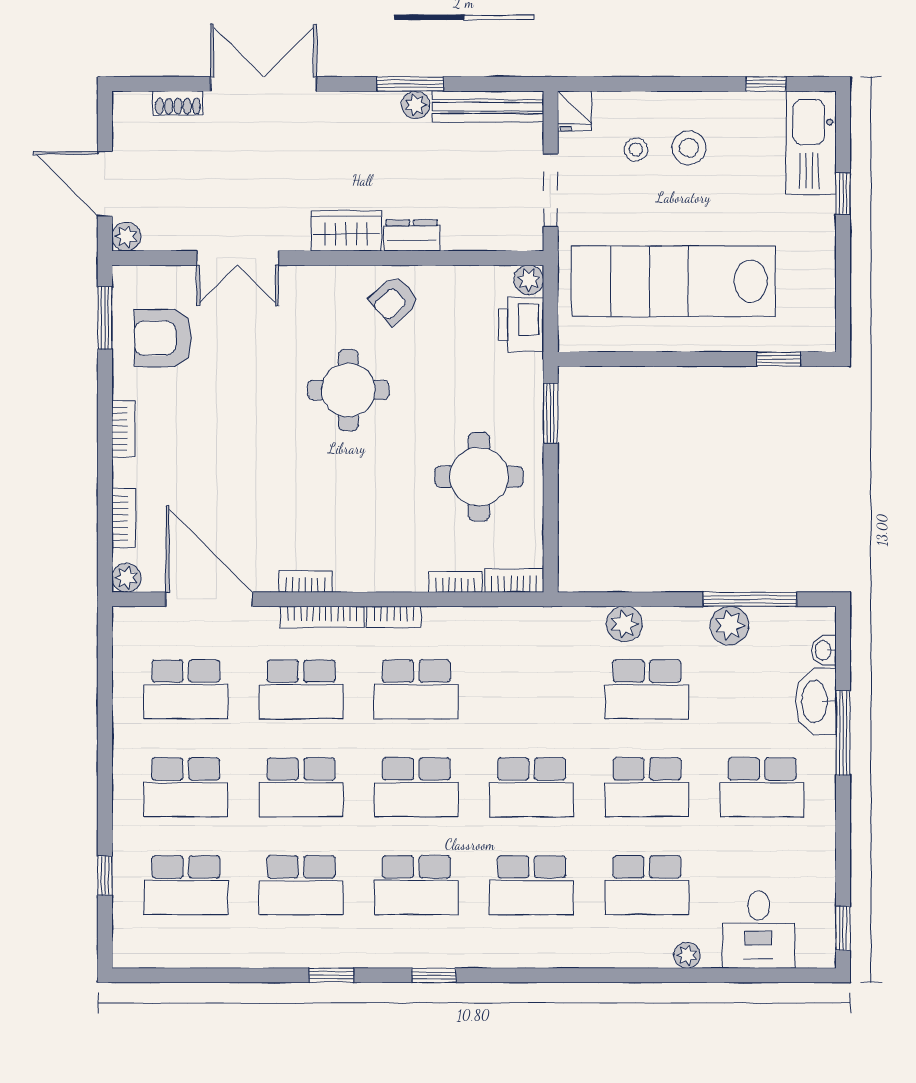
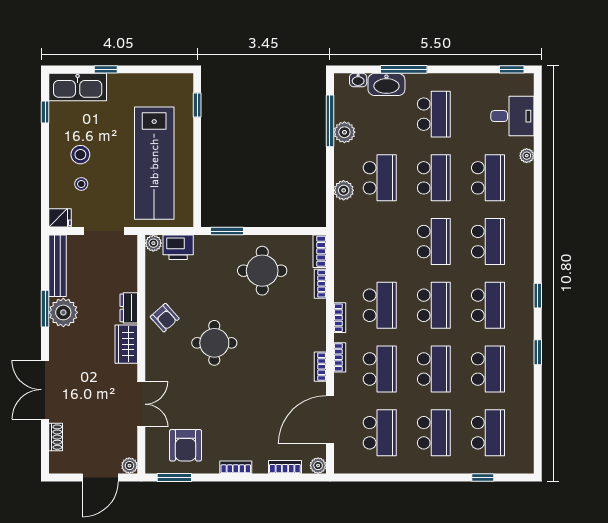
plant: (416, 105) -> (63, 312), width x1.88, depth x1.88
bookcase: (322, 617) -> (340, 357), width x0.64

